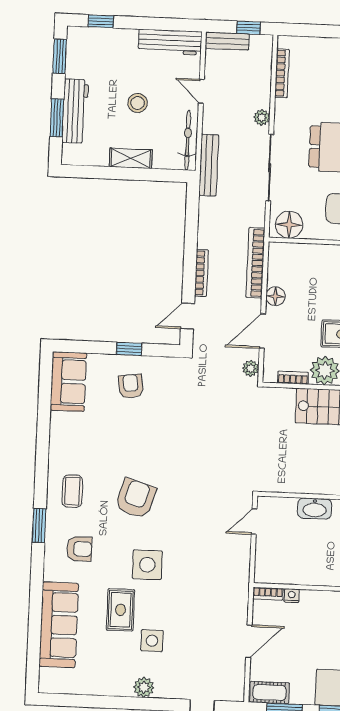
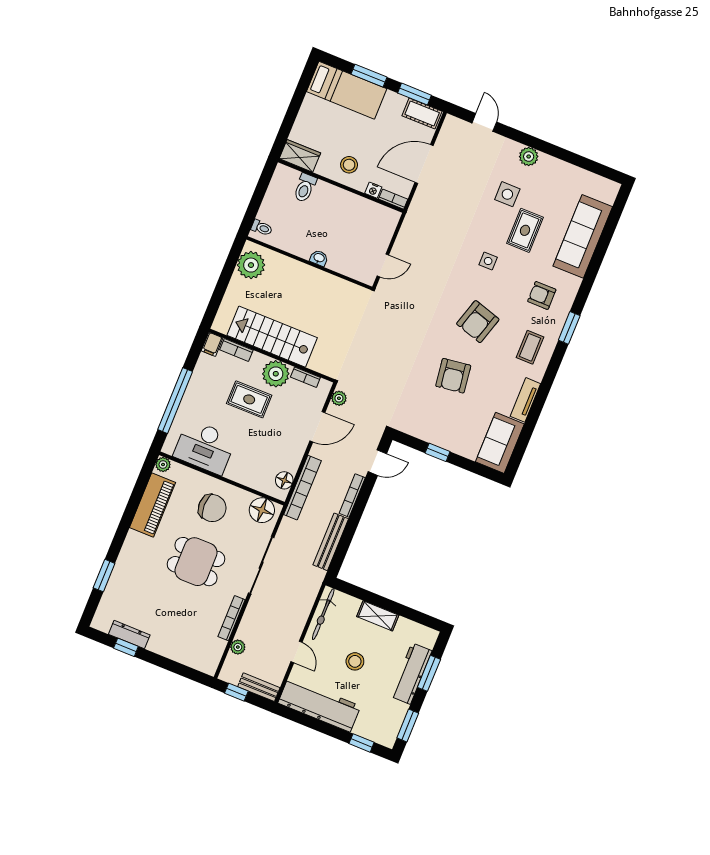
workbench: (170, 42) -> (319, 705), width x1.36, depth x1.32
bookcase: (282, 73) -> (232, 618), moved
plant: (262, 117) -> (238, 647), moved
bench: (209, 165) -> (331, 542), moved
floor lamp: (276, 296) -> (284, 480), moved
armchair: (131, 386) -> (453, 376), moved, width x1.38, depth x1.38
tv unit: (58, 435) -> (525, 400), added
washbasin: (315, 508) -> (319, 258), width x0.52, depth x0.69
side table: (147, 565) -> (488, 261), width x0.54, depth x0.54
stool: (326, 613) -> (349, 165), added
door: (249, 641) -> (424, 164), width x1.36

